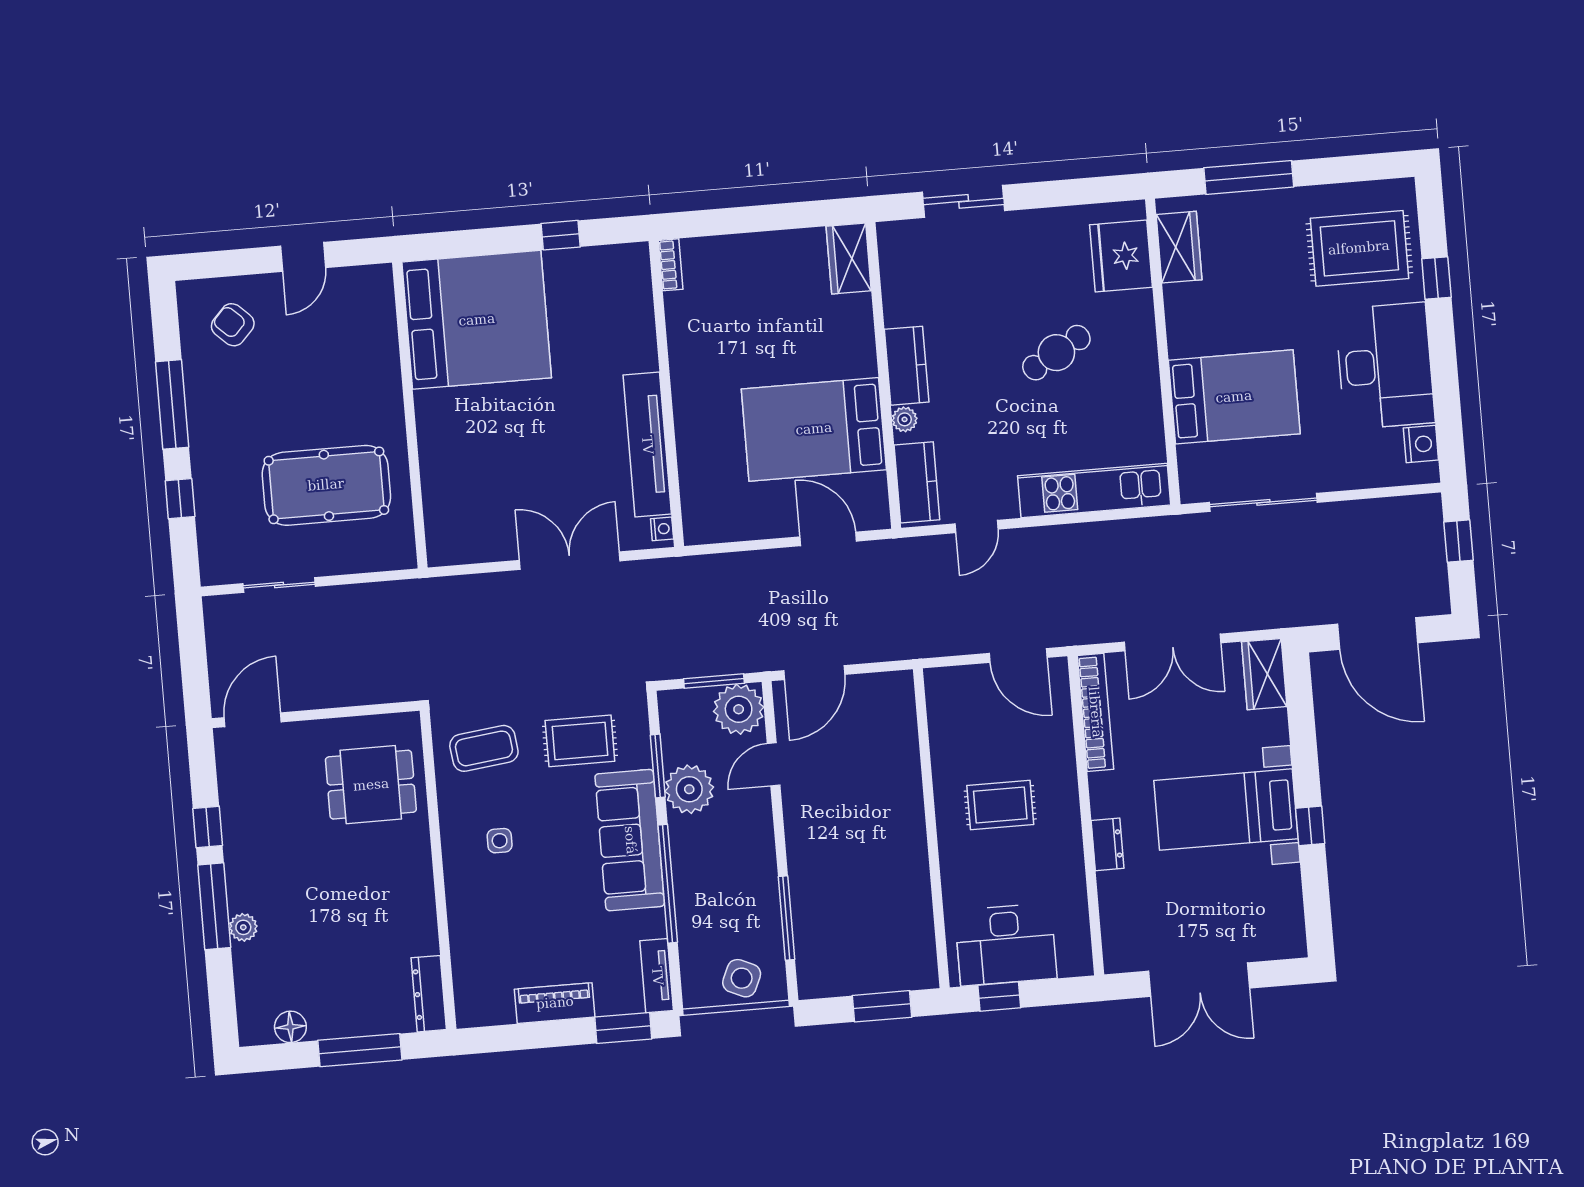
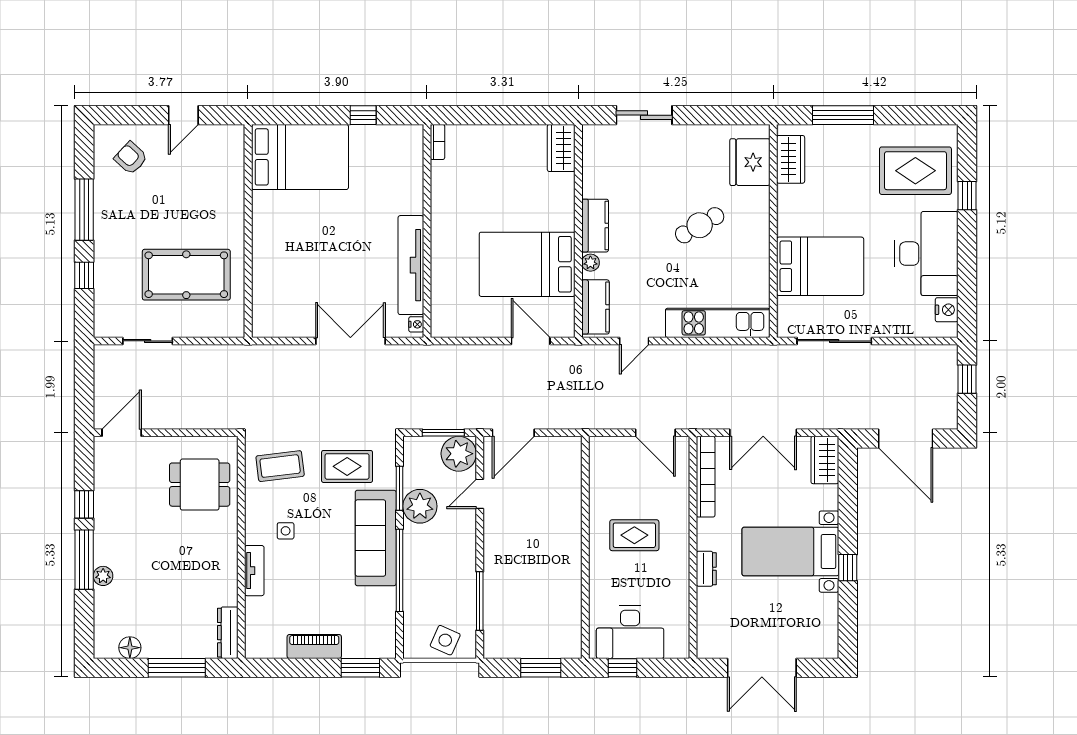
bed: (477, 320) -> (300, 157), width x0.73
tv unit: (657, 976) -> (254, 571), moved, turned 180

